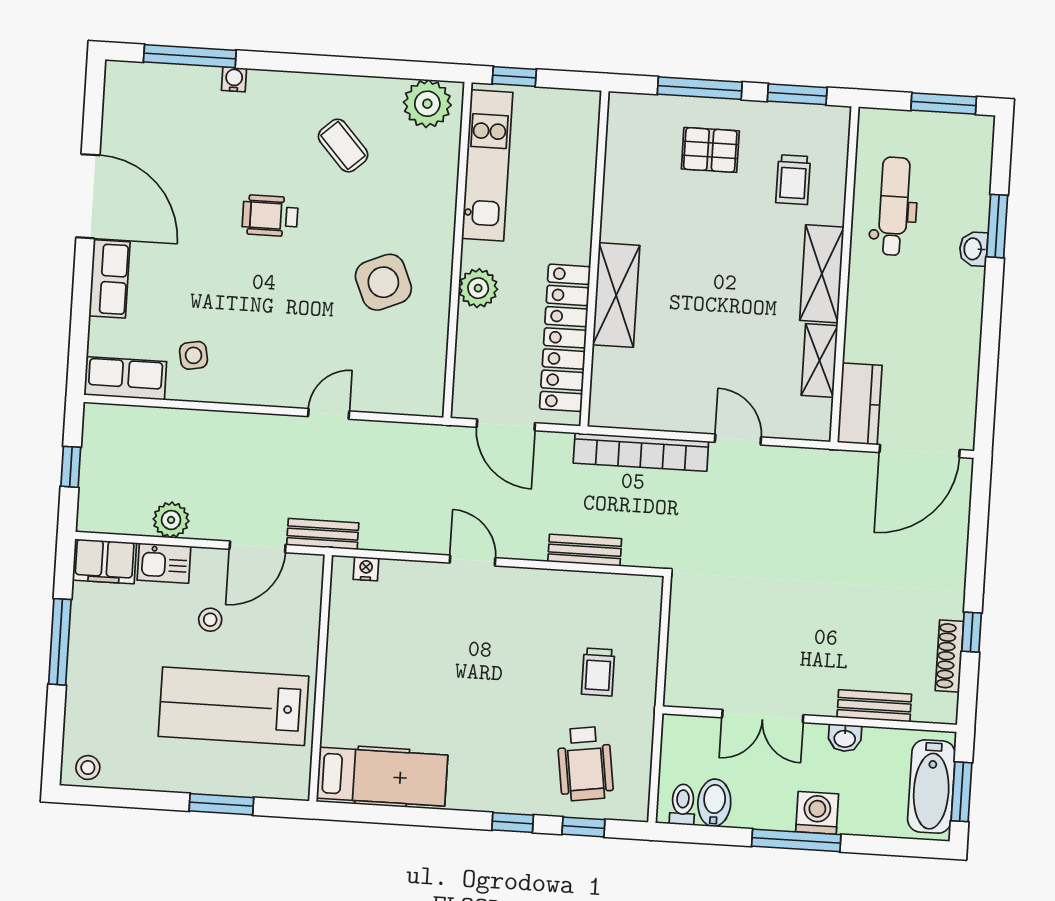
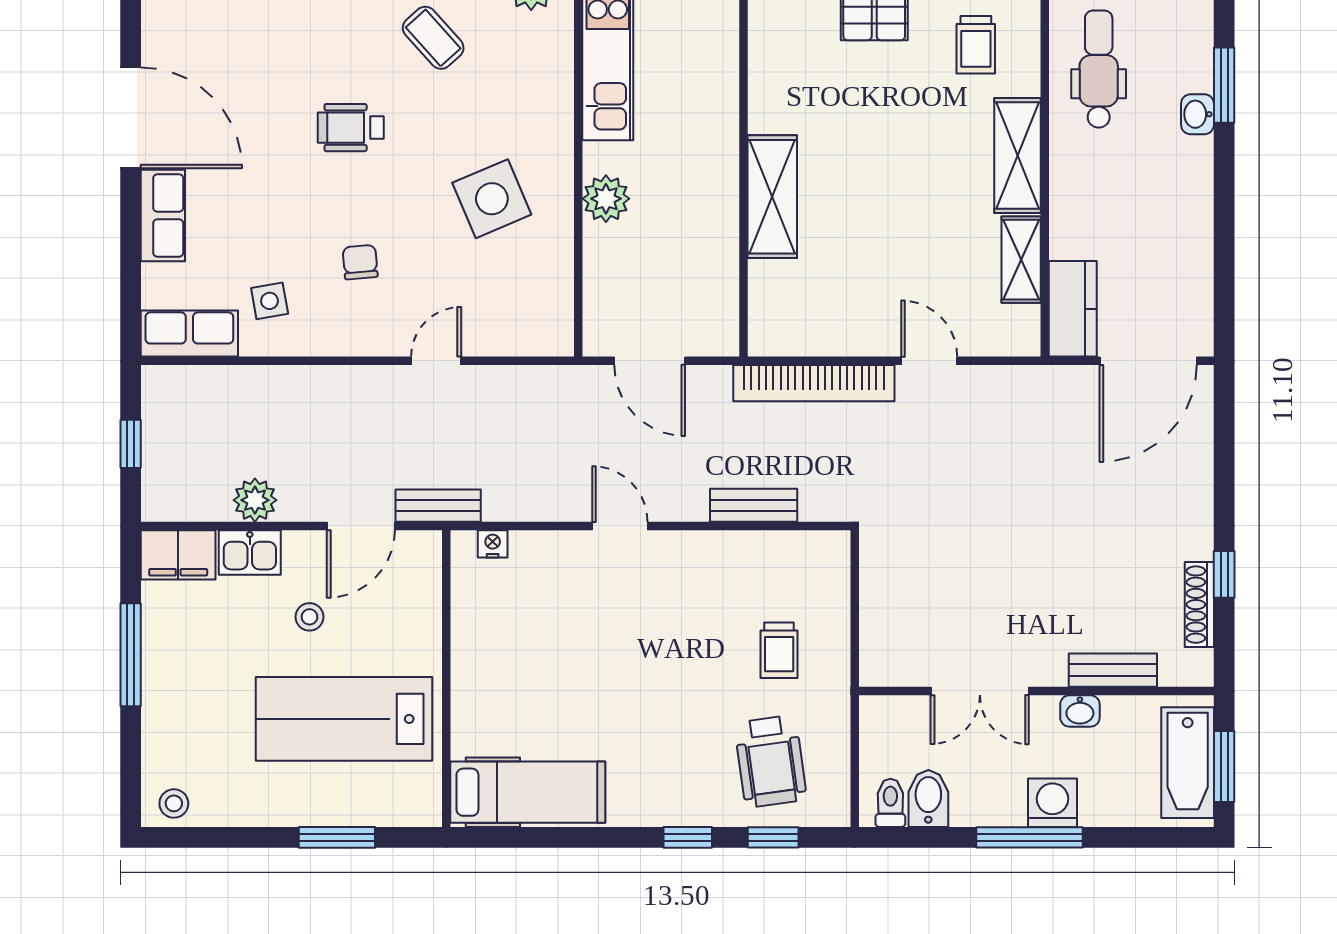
chair: (271, 328) -> (360, 262), added
locker: (565, 338) -> (714, 252), removed

